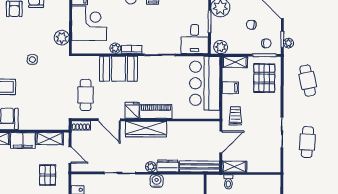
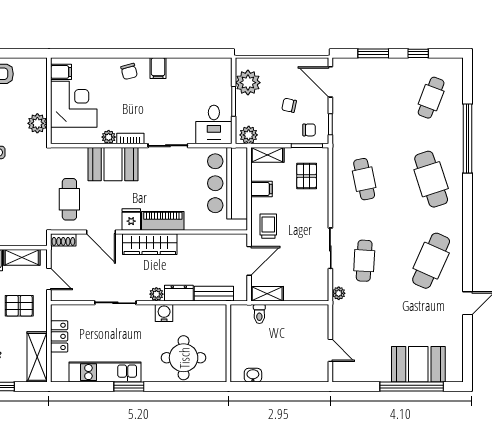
plant: (289, 43) -> (339, 293), moved
pallet: (264, 78) -> (307, 176), width x0.67, depth x0.71
bench: (199, 166) -> (214, 294), width x0.73
pallet: (47, 175) -> (19, 306), turned 90

